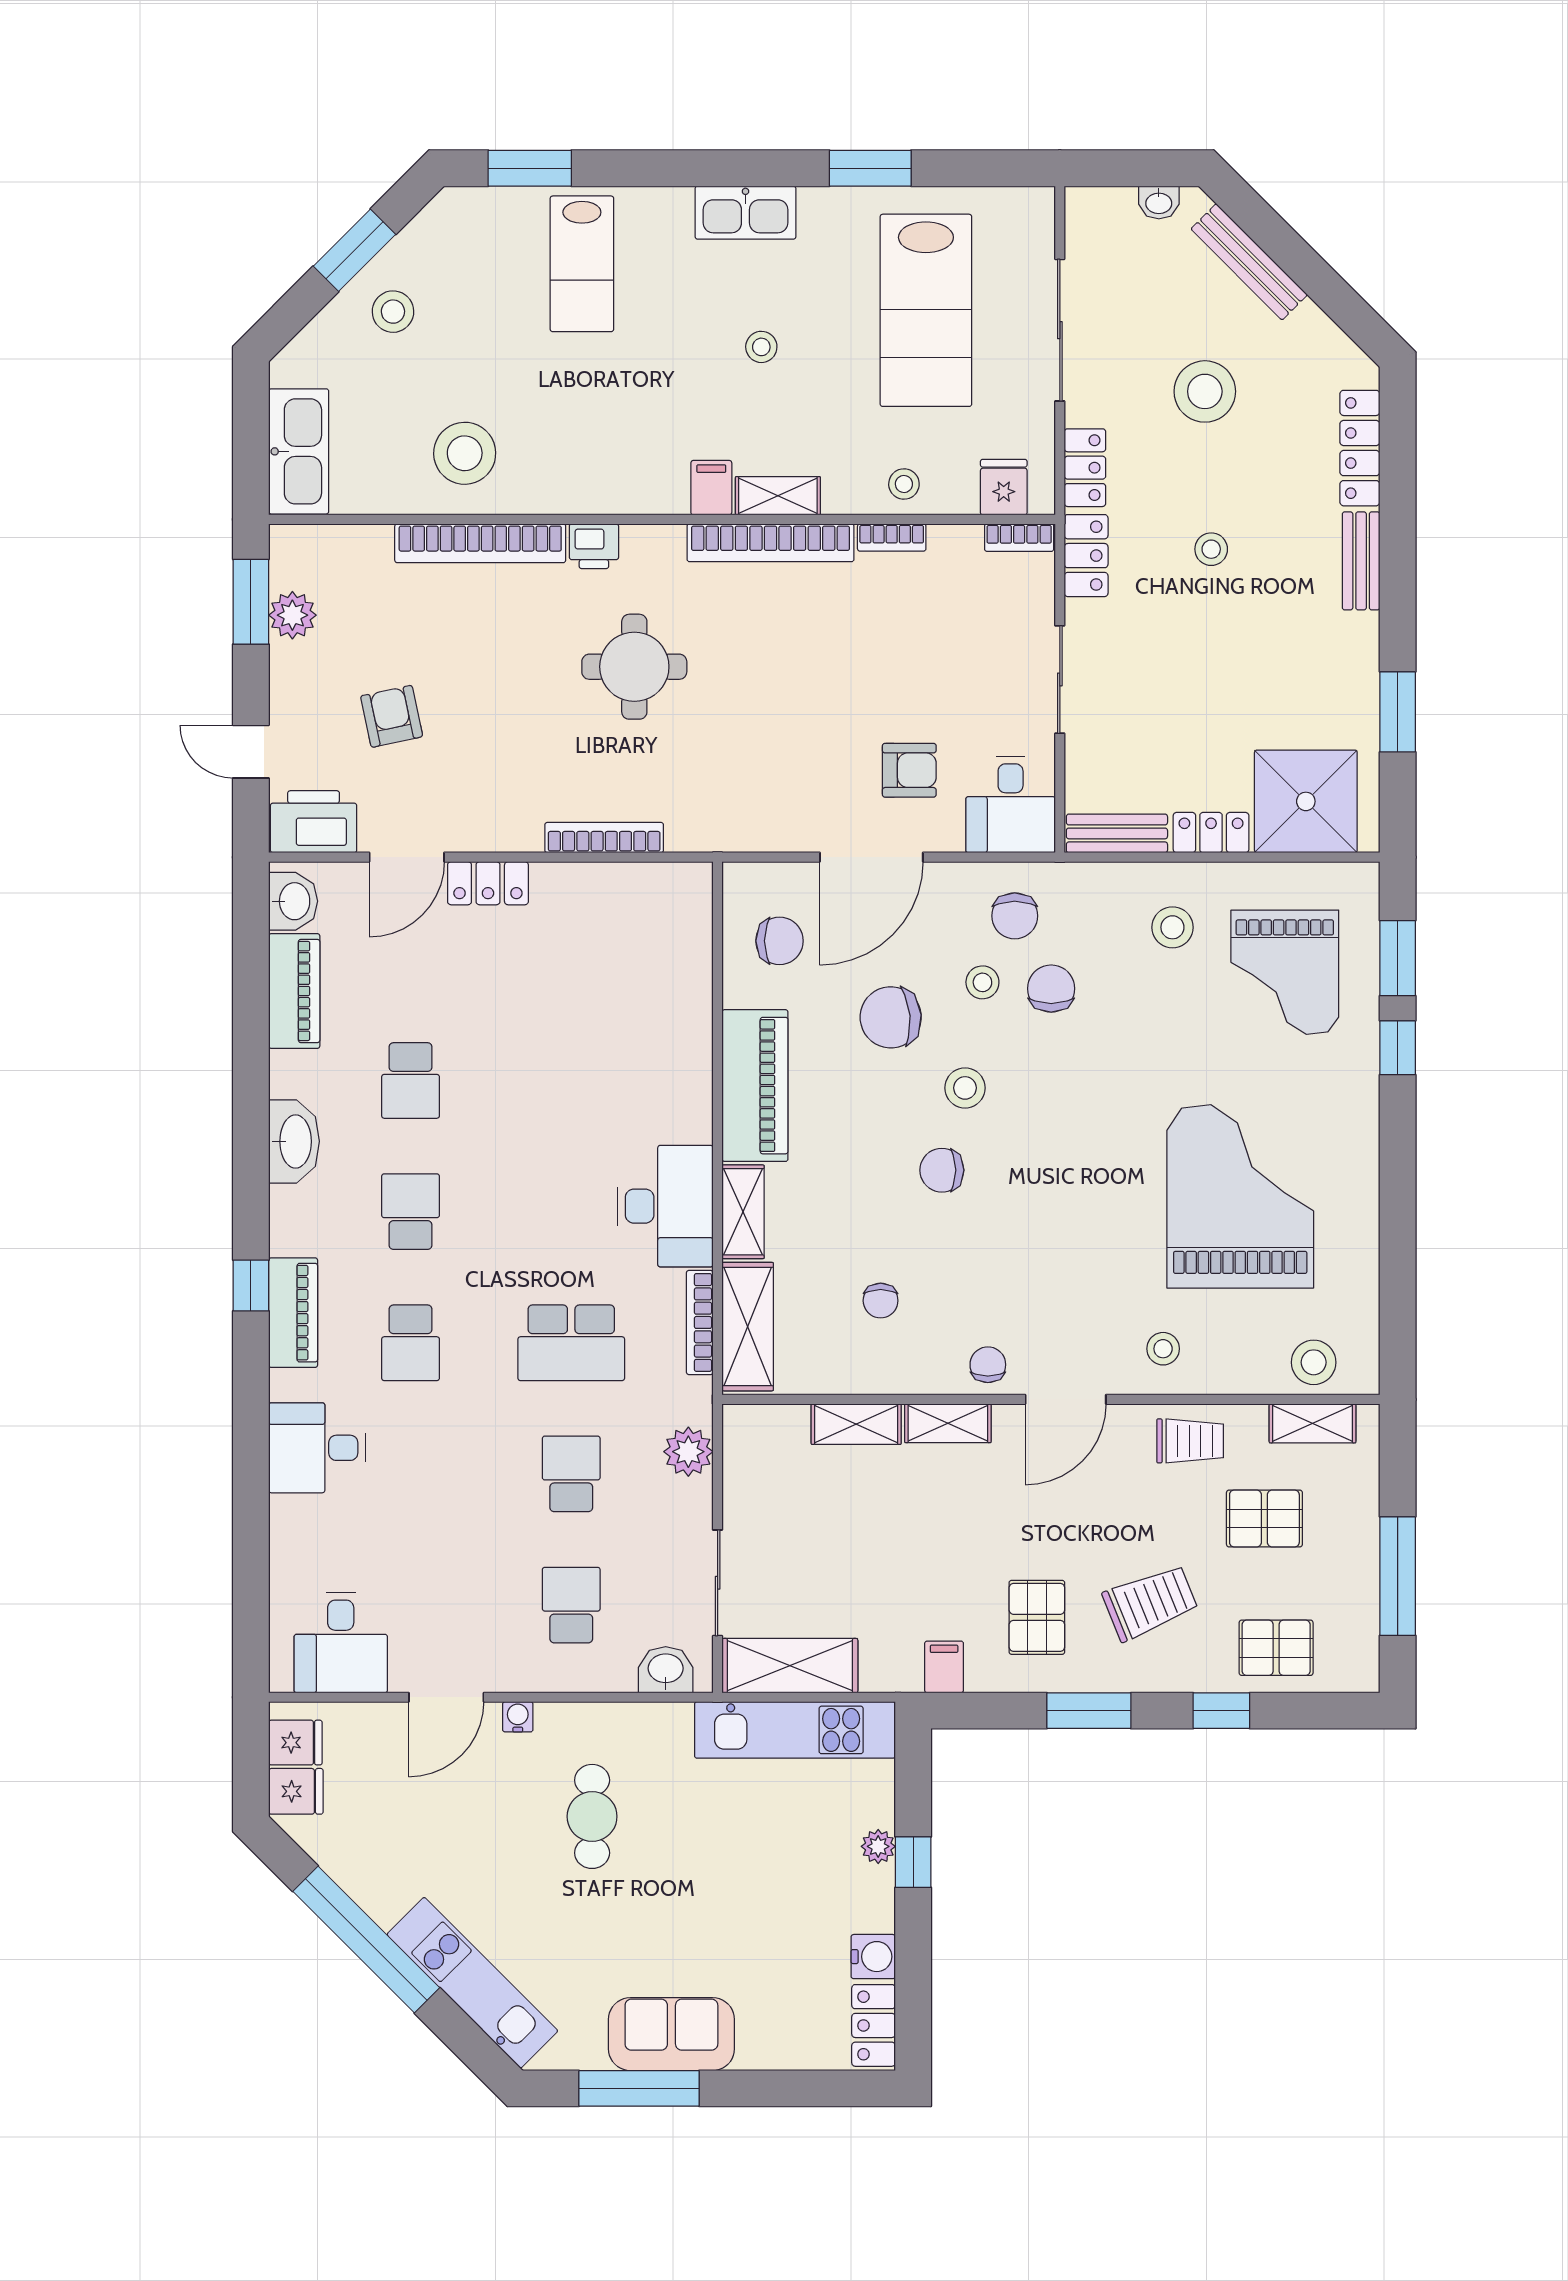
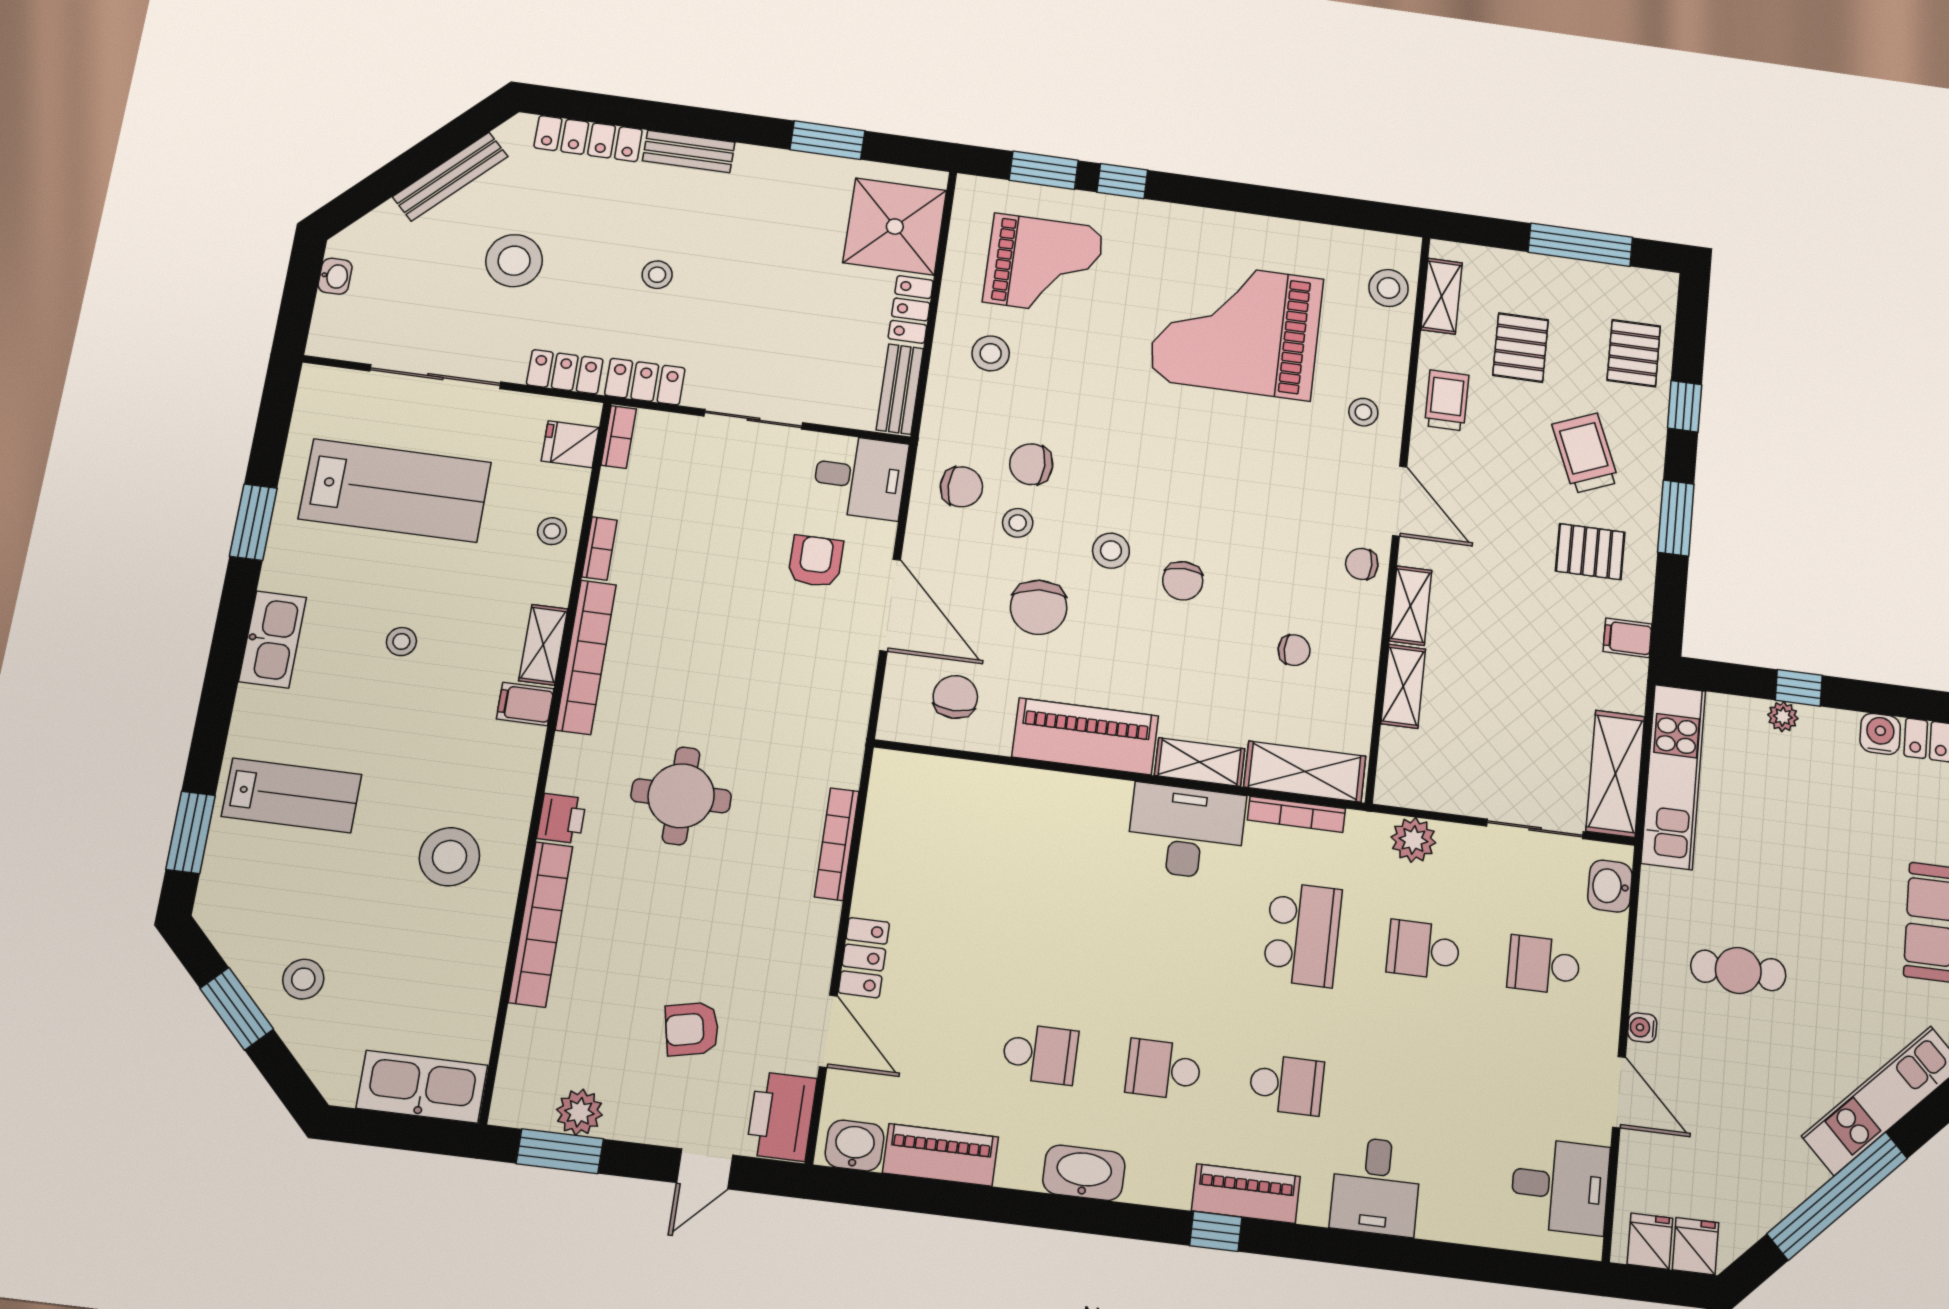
bench: (1249, 262) -> (450, 177), moved
stool: (465, 453) -> (449, 857), moved

